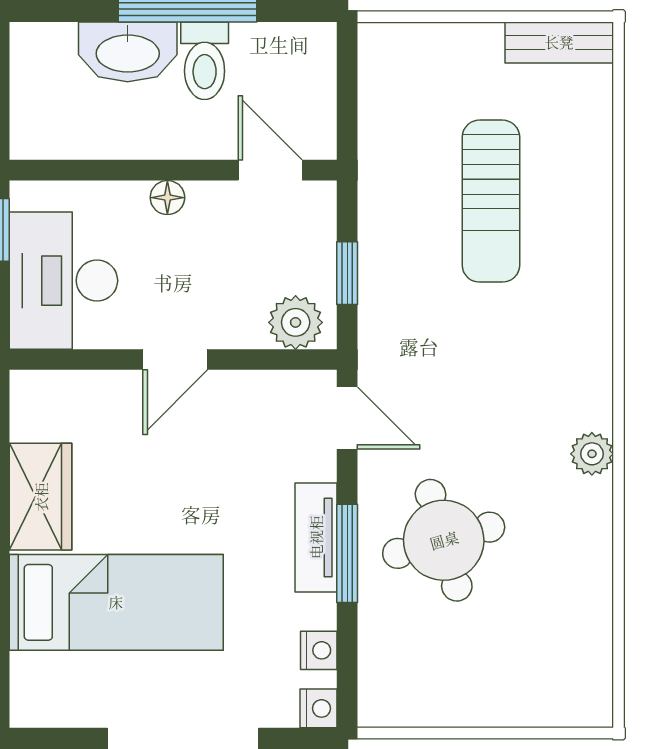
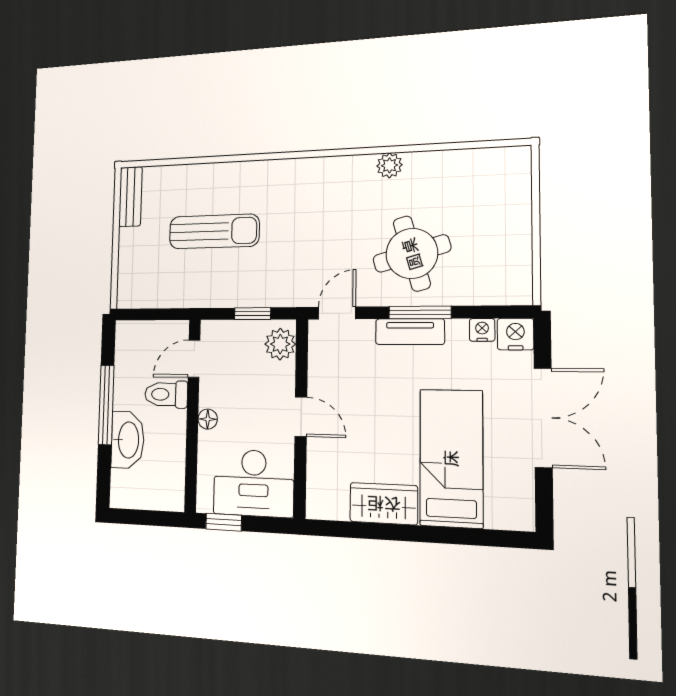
toilet: (205, 61) -> (166, 394), moved, turned 180
plant: (592, 454) -> (389, 165), moved
nightstand: (319, 708) -> (515, 334), width x1.39, depth x1.35

